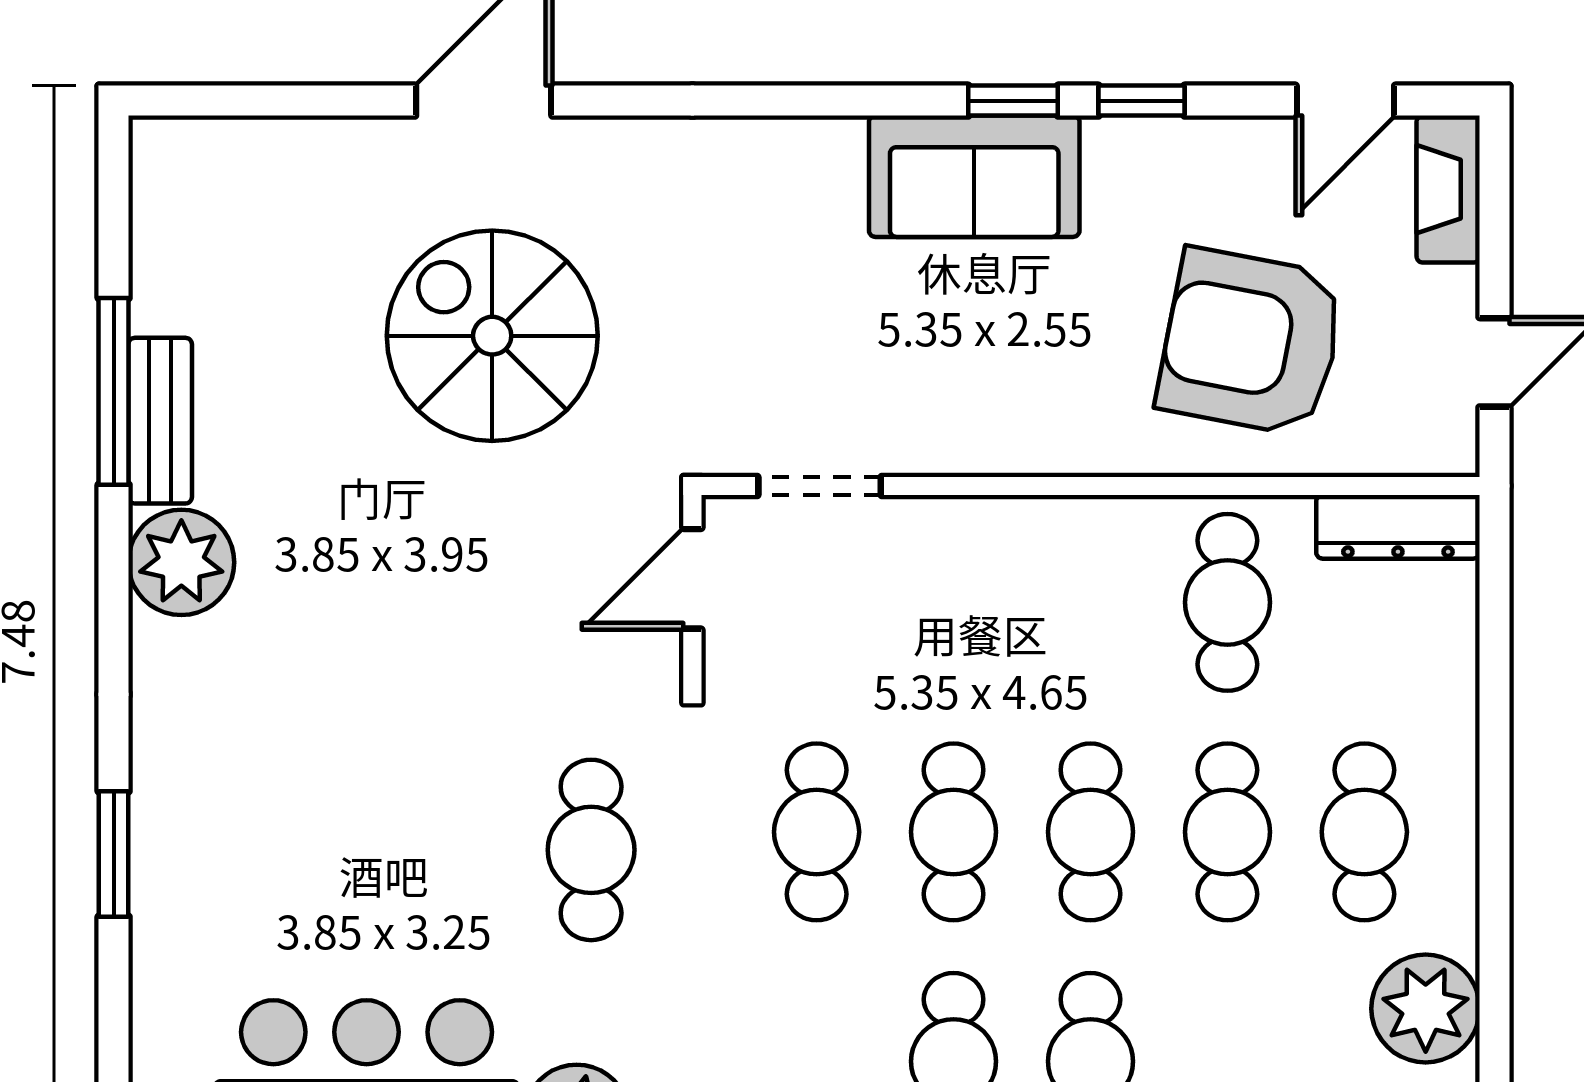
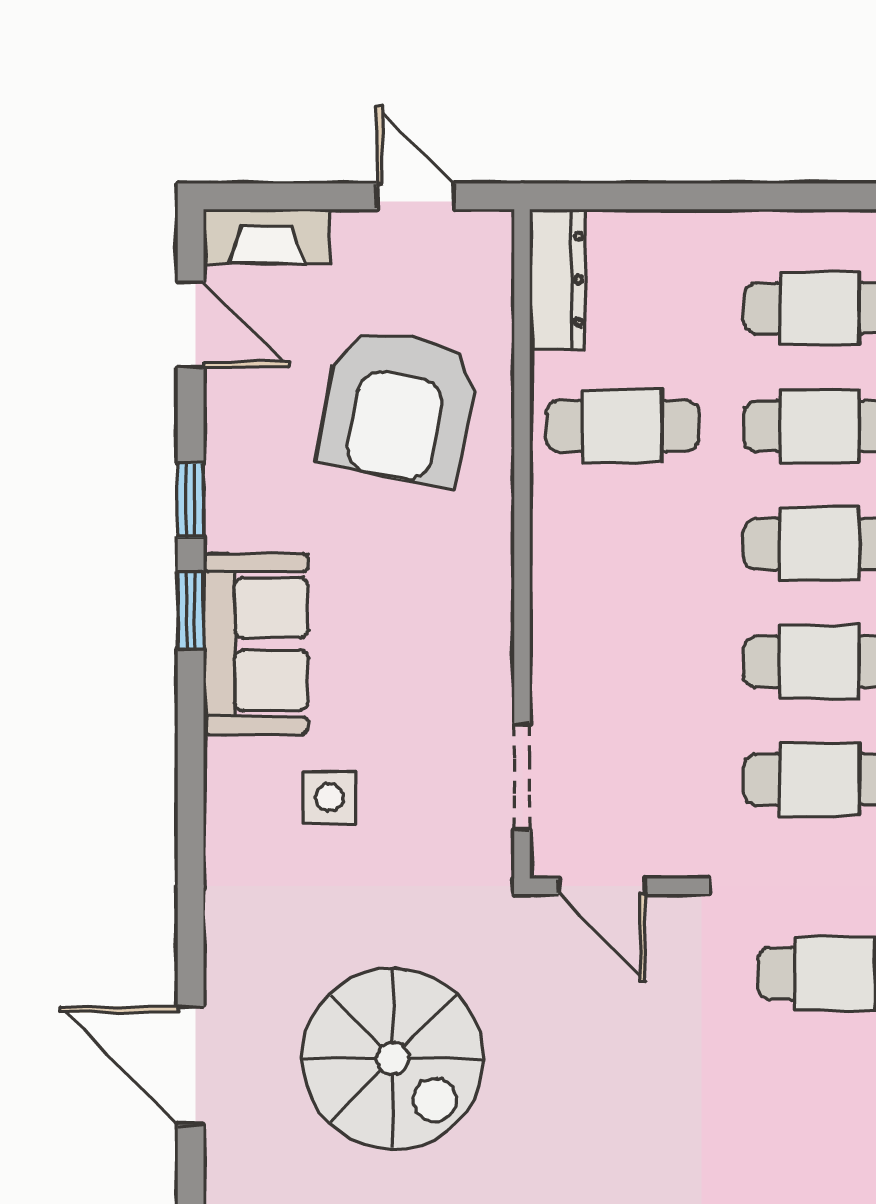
side table: (796, 262) -> (329, 798), added
spiral stairs: (492, 336) -> (393, 1058), turned -90

